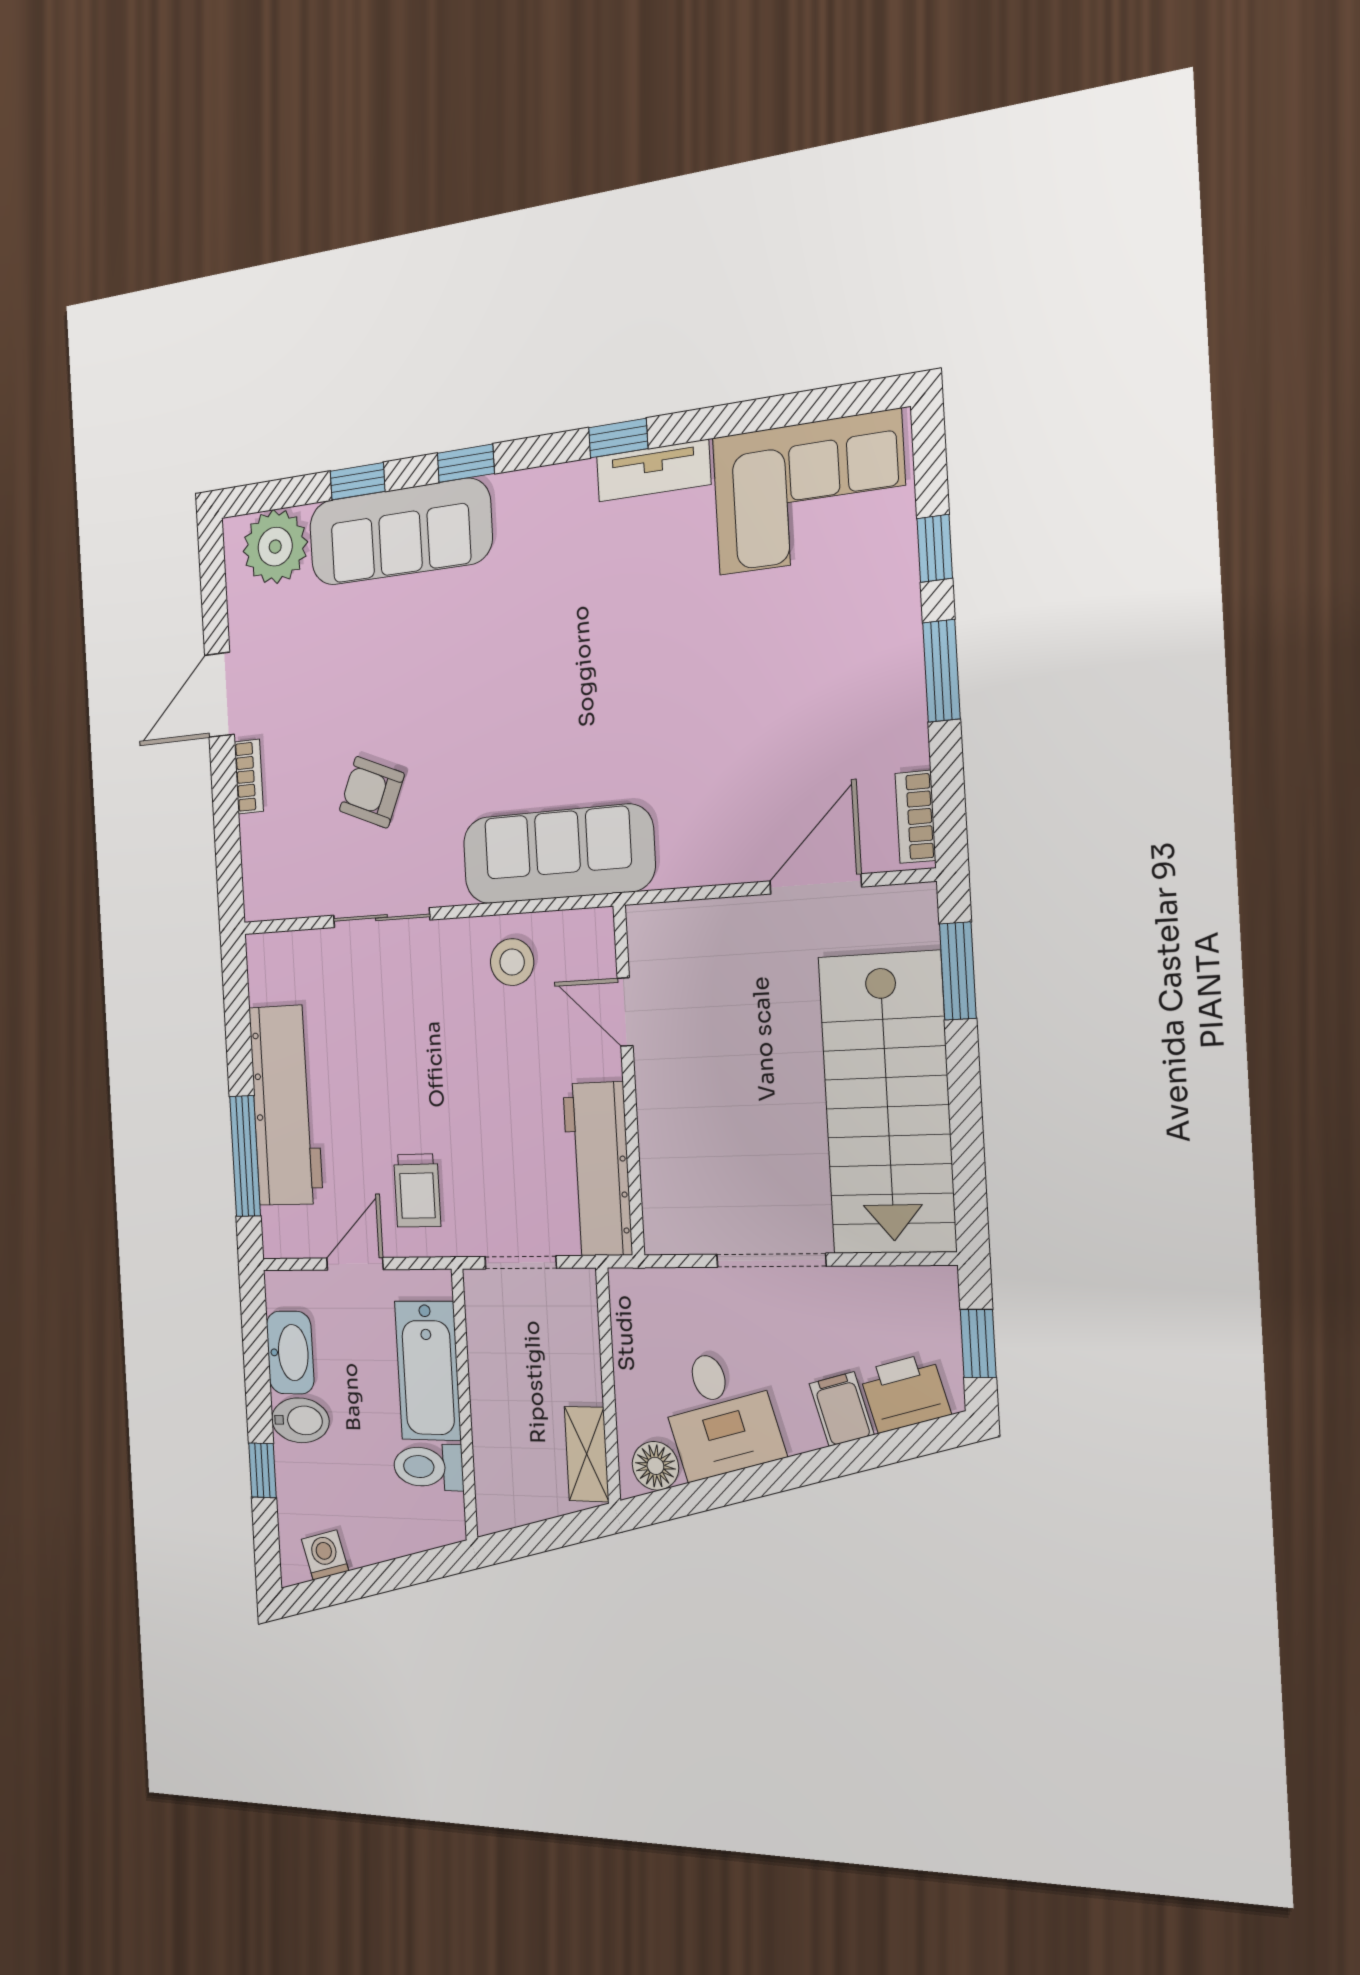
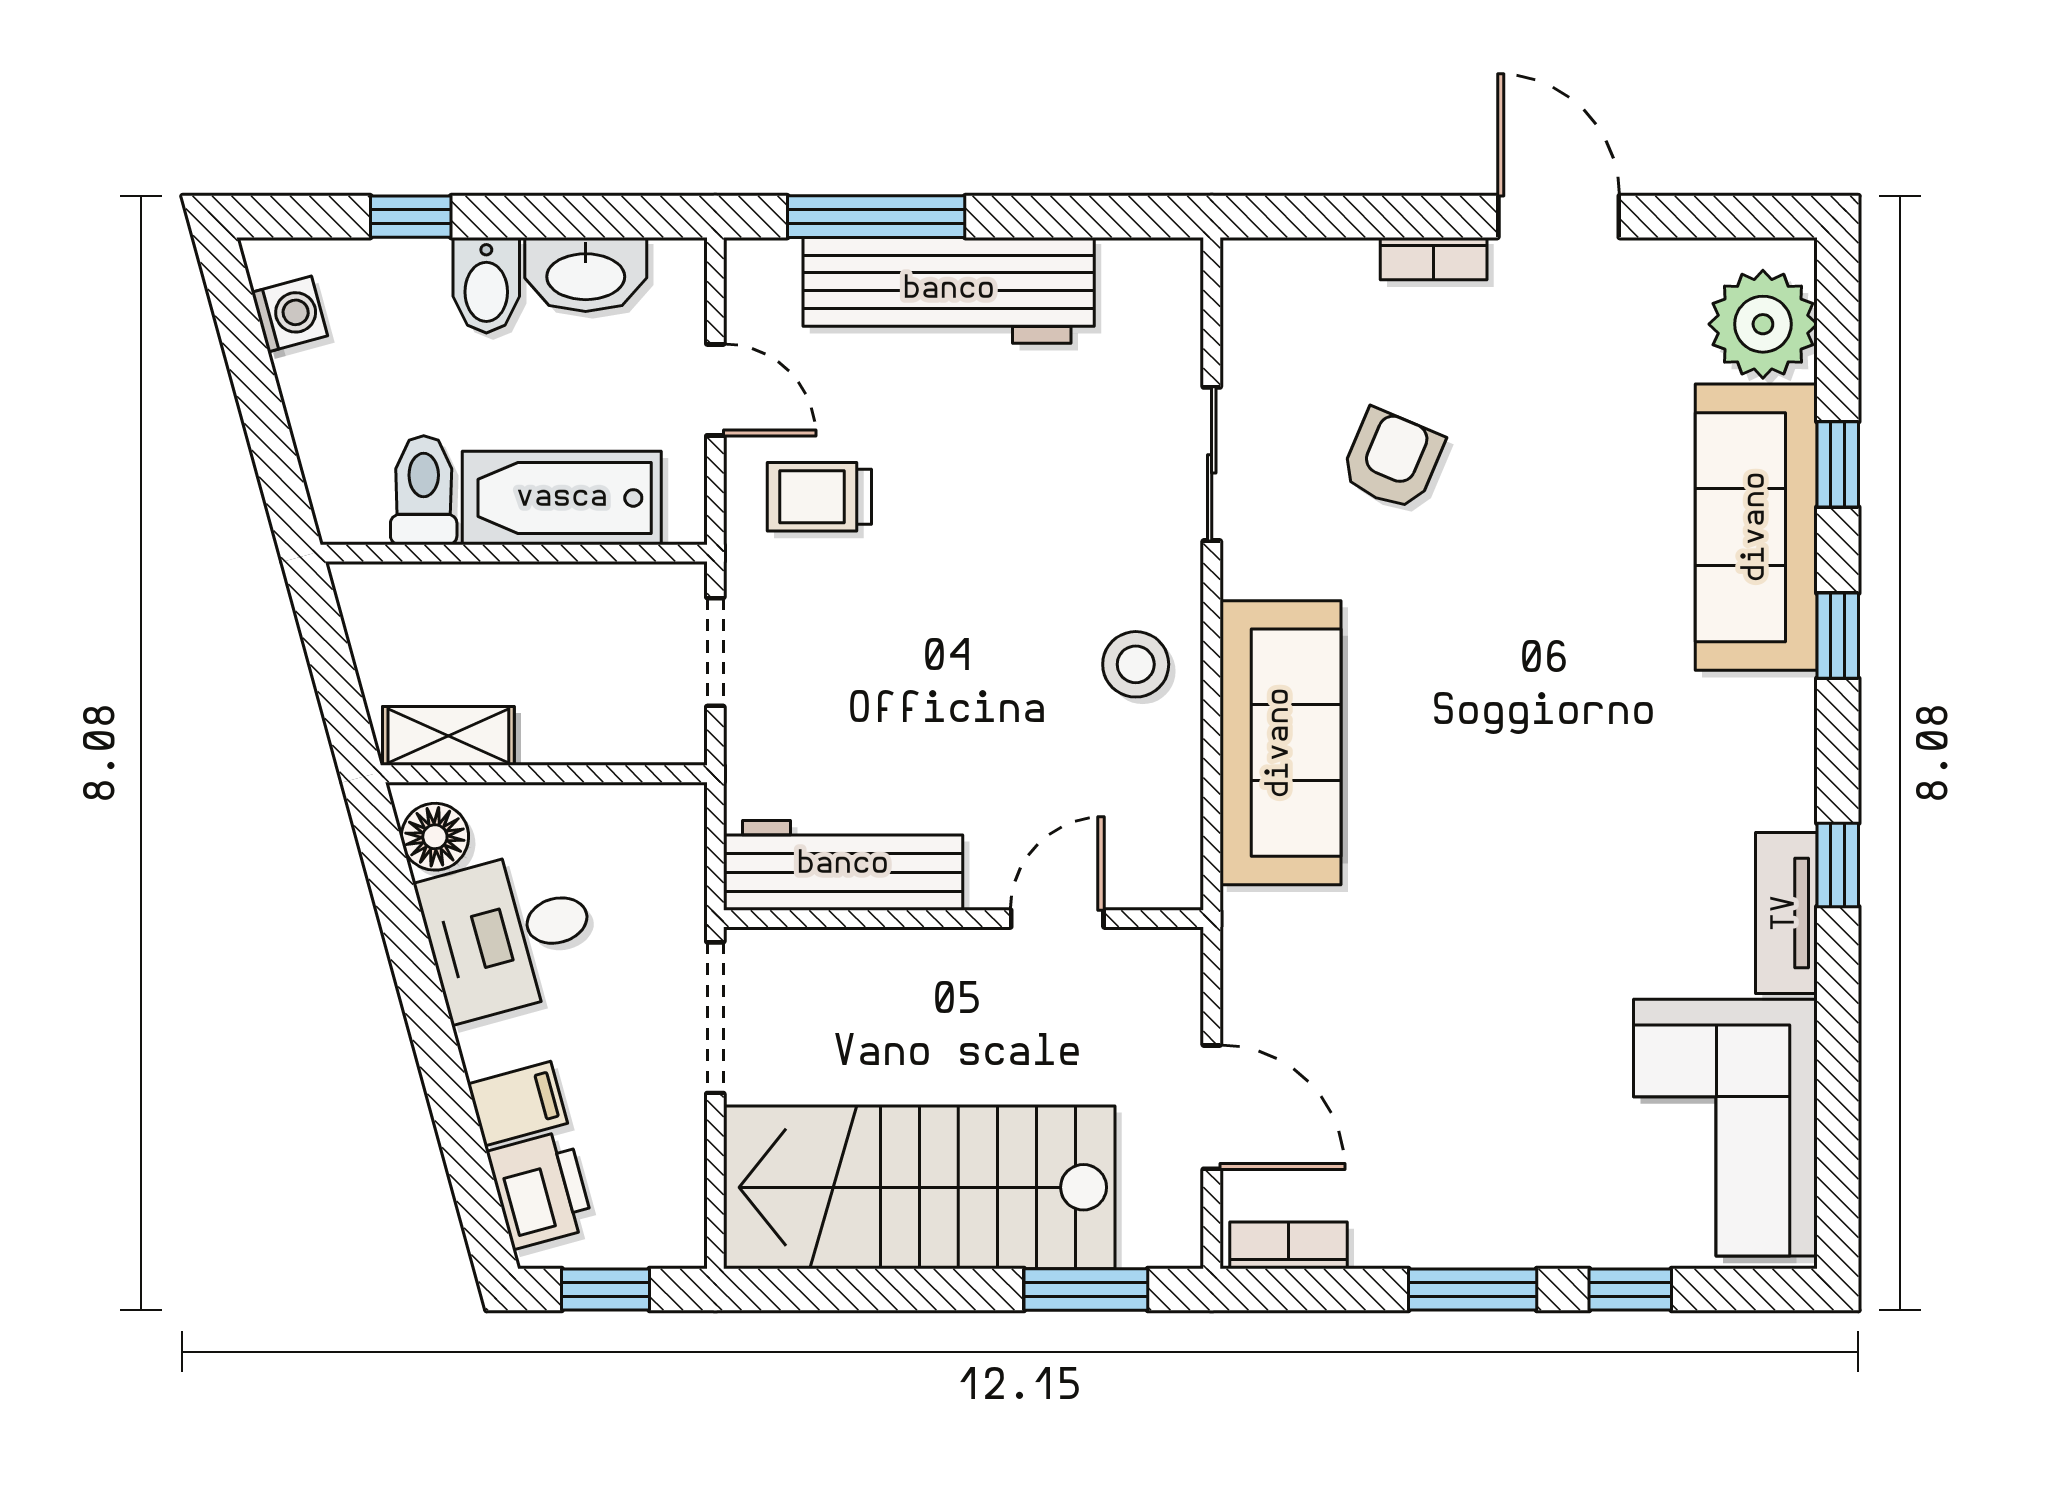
door: (625, 1012) -> (1057, 919), moved
wall: (629, 1080) -> (964, 919), moved
workbench: (598, 1169) -> (843, 865), moved

